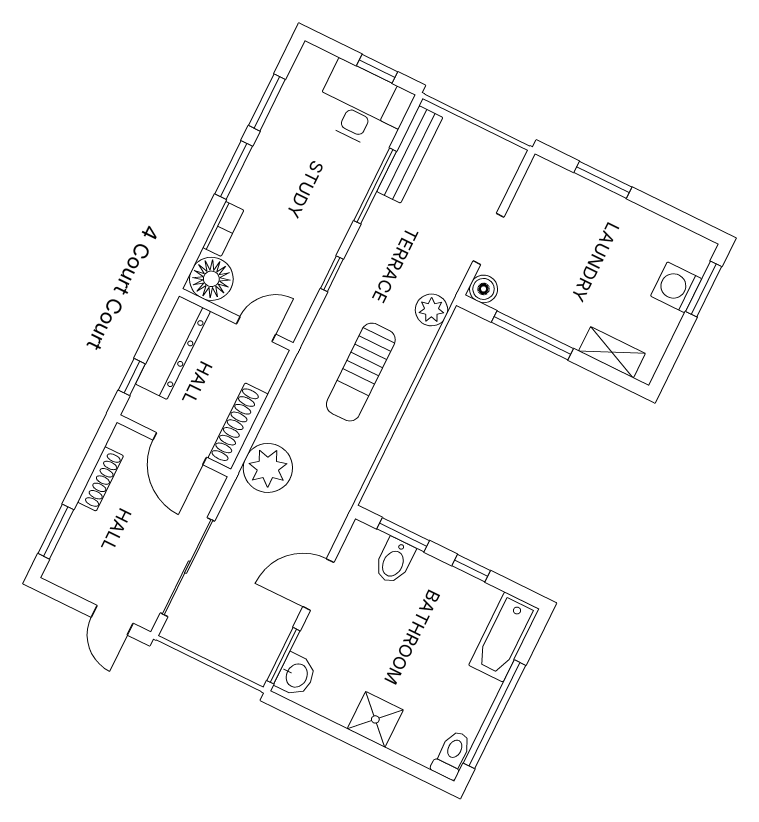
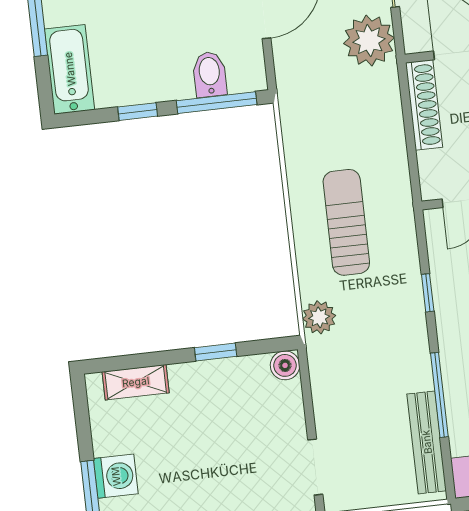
doorway: (488, 239) -> (315, 467), moved
window: (532, 335) -> (216, 352), width x0.46
plant: (268, 468) -> (369, 41), moved
window: (403, 535) -> (217, 103), width x1.44

